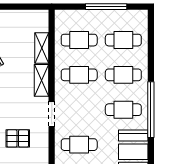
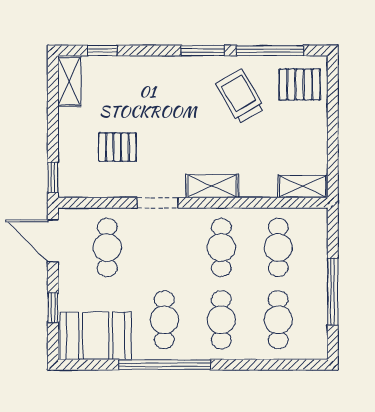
shelving: (42, 48) -> (303, 187), moved
pallet: (18, 138) -> (117, 147), turned 90

